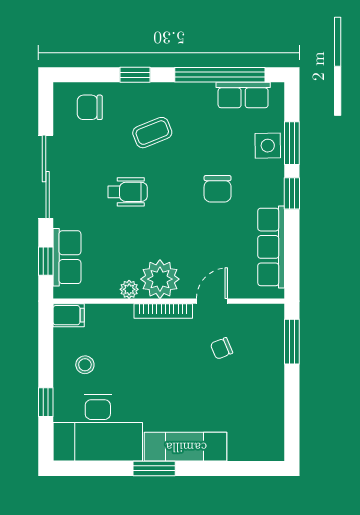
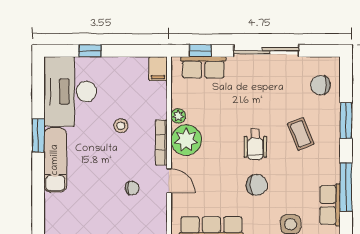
window: (135, 75) -> (346, 121), width x1.50
window: (220, 75) -> (346, 187), width x0.68
chair: (90, 107) -> (320, 85), turned -90
chair: (218, 189) -> (257, 185), turned 180
wheelchair: (128, 192) -> (255, 144), moved
chair: (221, 348) -> (132, 188), turned 112
stool: (85, 365) -> (121, 126), moved

